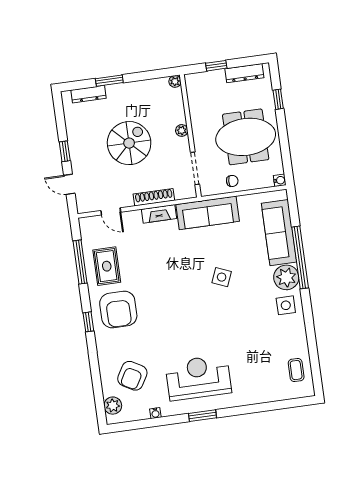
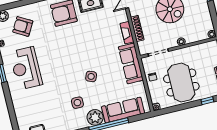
side table: (286, 305) -> (77, 103), moved
reception desk: (198, 378) -> (26, 68), turned 180

